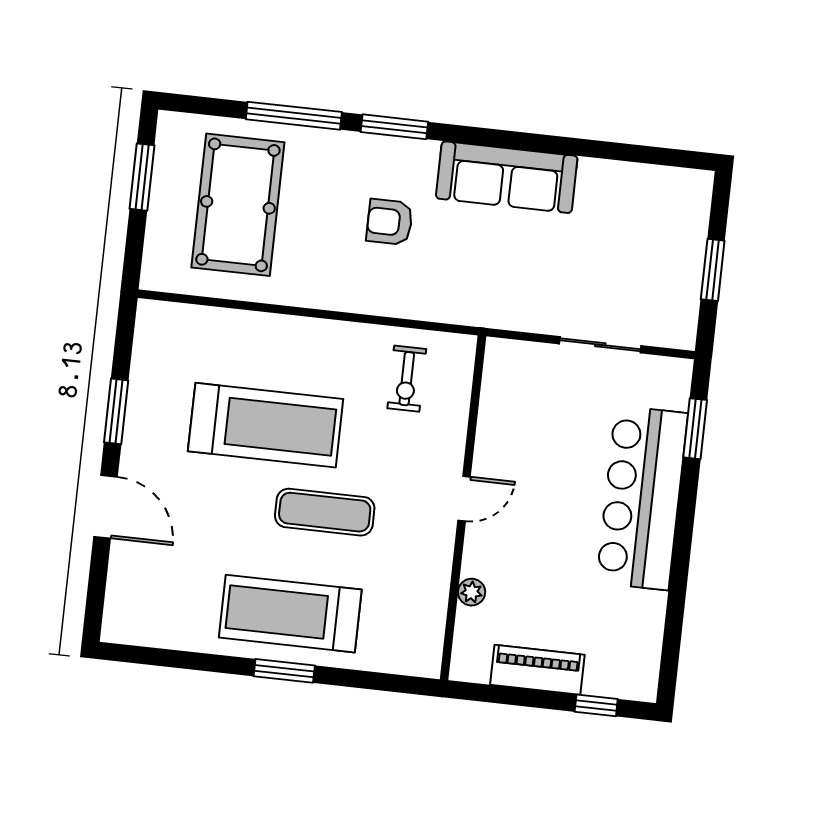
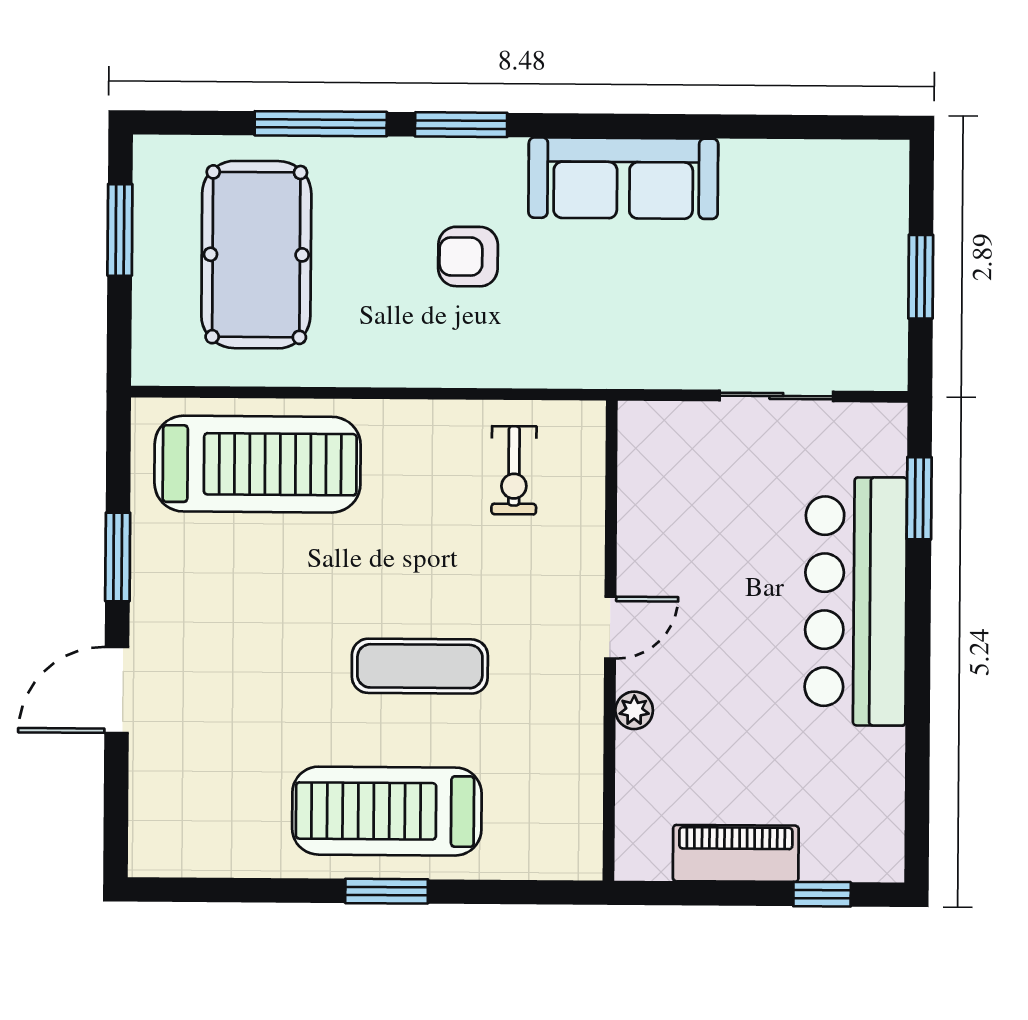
treadmill: (266, 425) -> (258, 464), moved
door: (106, 507) -> (117, 690), swing flipped
plant: (472, 592) -> (634, 710), moved

